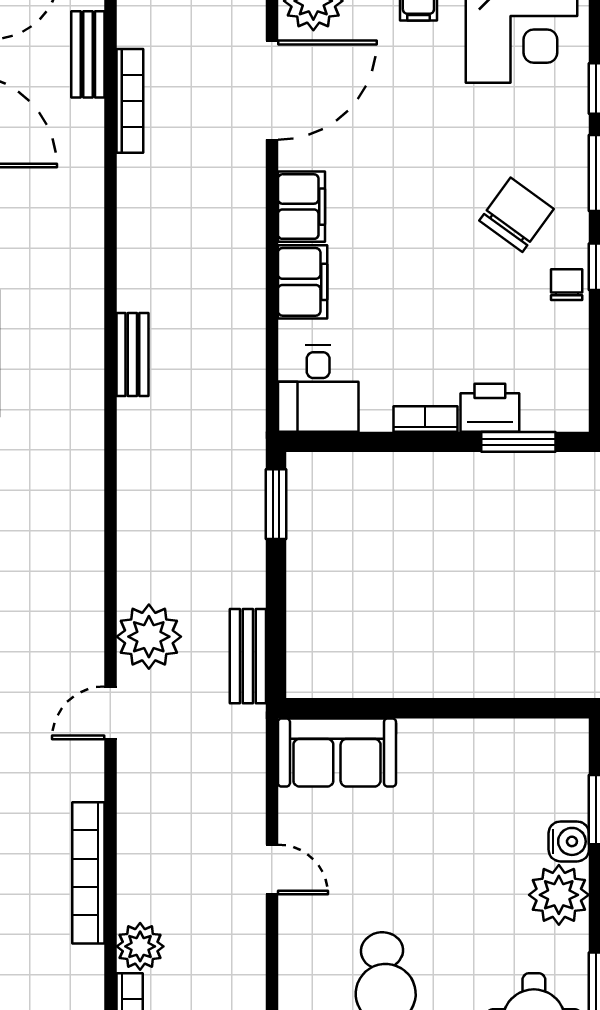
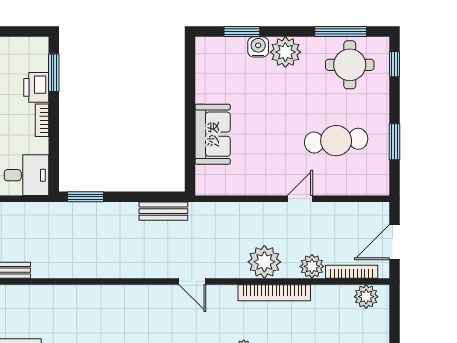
plant: (149, 637) -> (264, 262), moved
sofa: (337, 752) -> (213, 134), moved
door: (272, 869) -> (300, 199), moved

